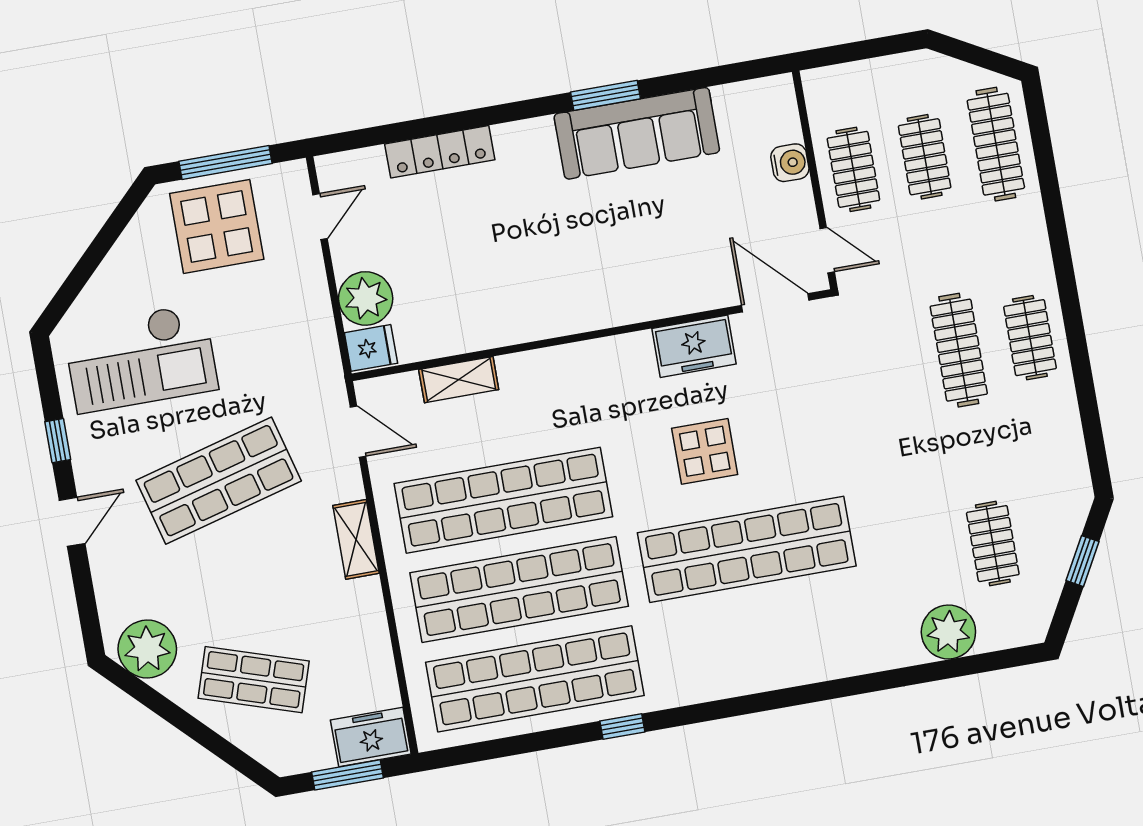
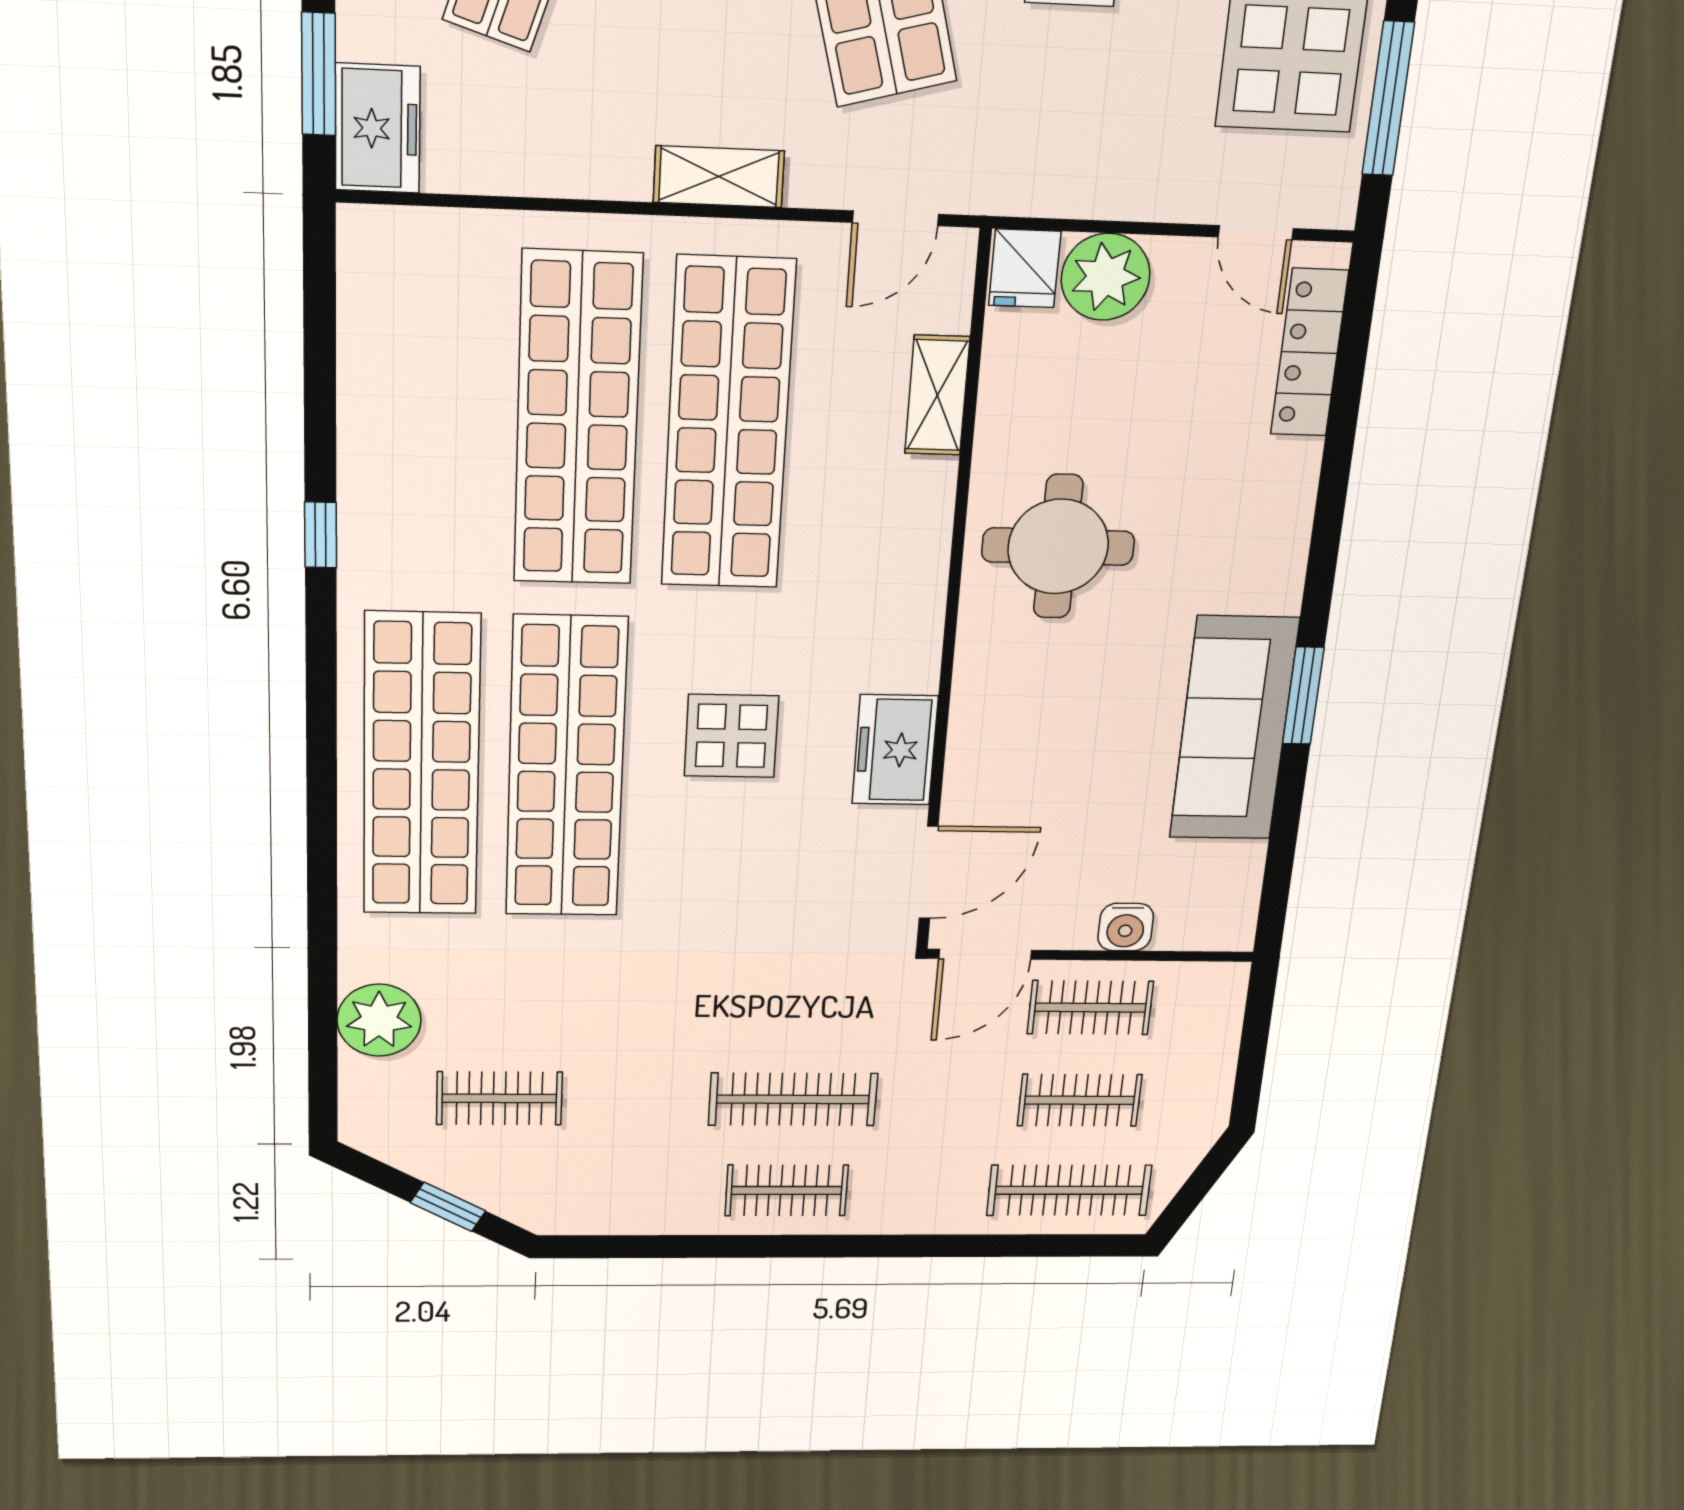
locker: (440, 152) -> (1309, 353), moved
door: (827, 250) -> (985, 954), width x1.38
round table: (539, 280) -> (1058, 547), added
shop shelf: (535, 679) -> (421, 766), moved

